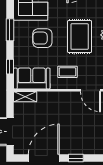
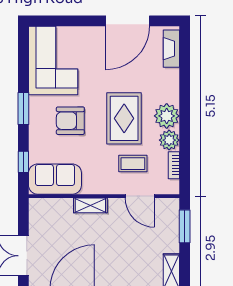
coffee table: (67, 72) -> (133, 164), moved
shelving: (25, 97) -> (90, 205), moved

